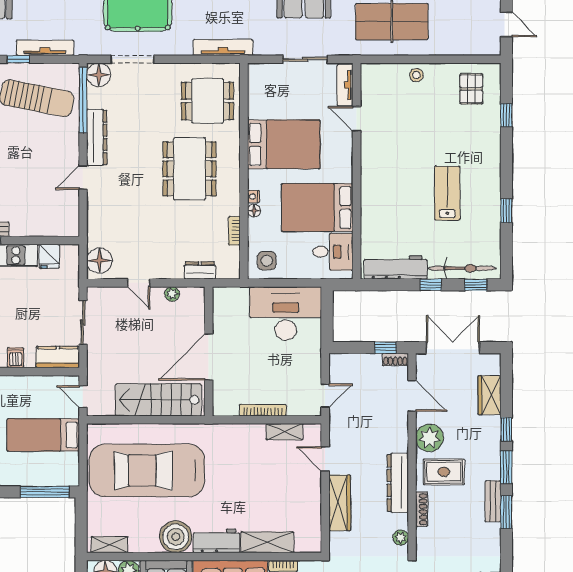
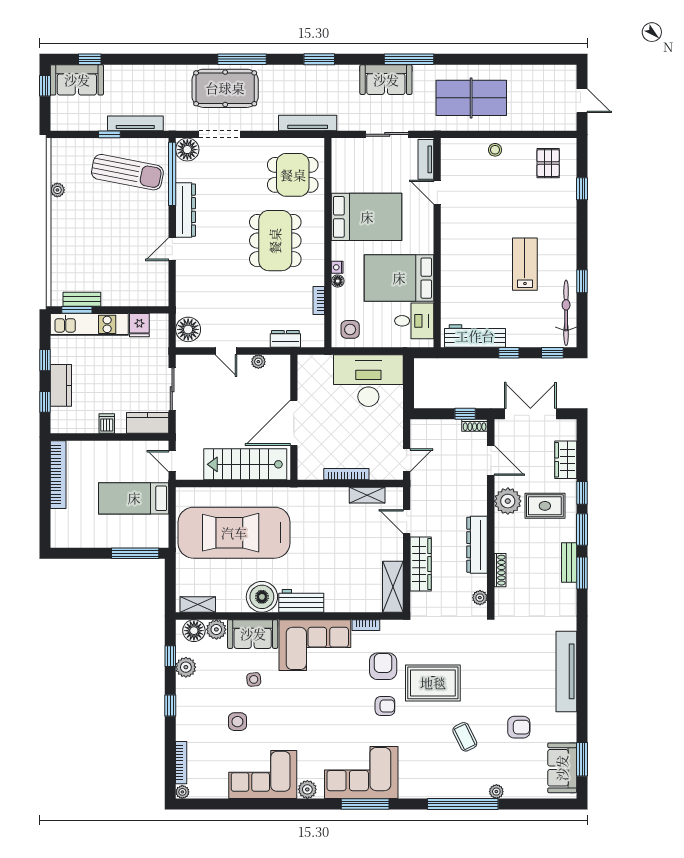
bicycle: (462, 268) -> (566, 313), moved, turned -90
rug: (444, 472) -> (545, 506), moved
shelving: (267, 542) -> (393, 587), moved, turned 90

